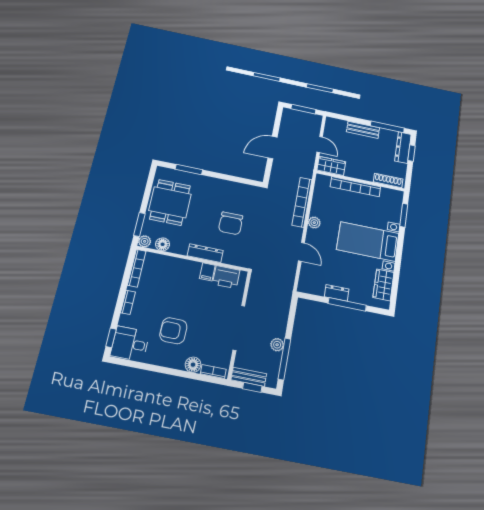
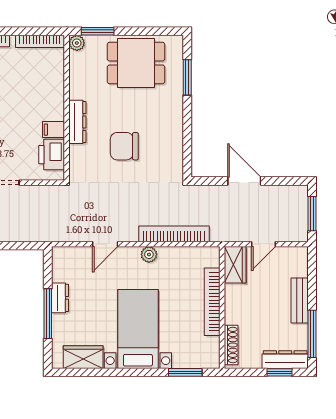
floor lamp: (163, 244) -> (78, 66), removed

